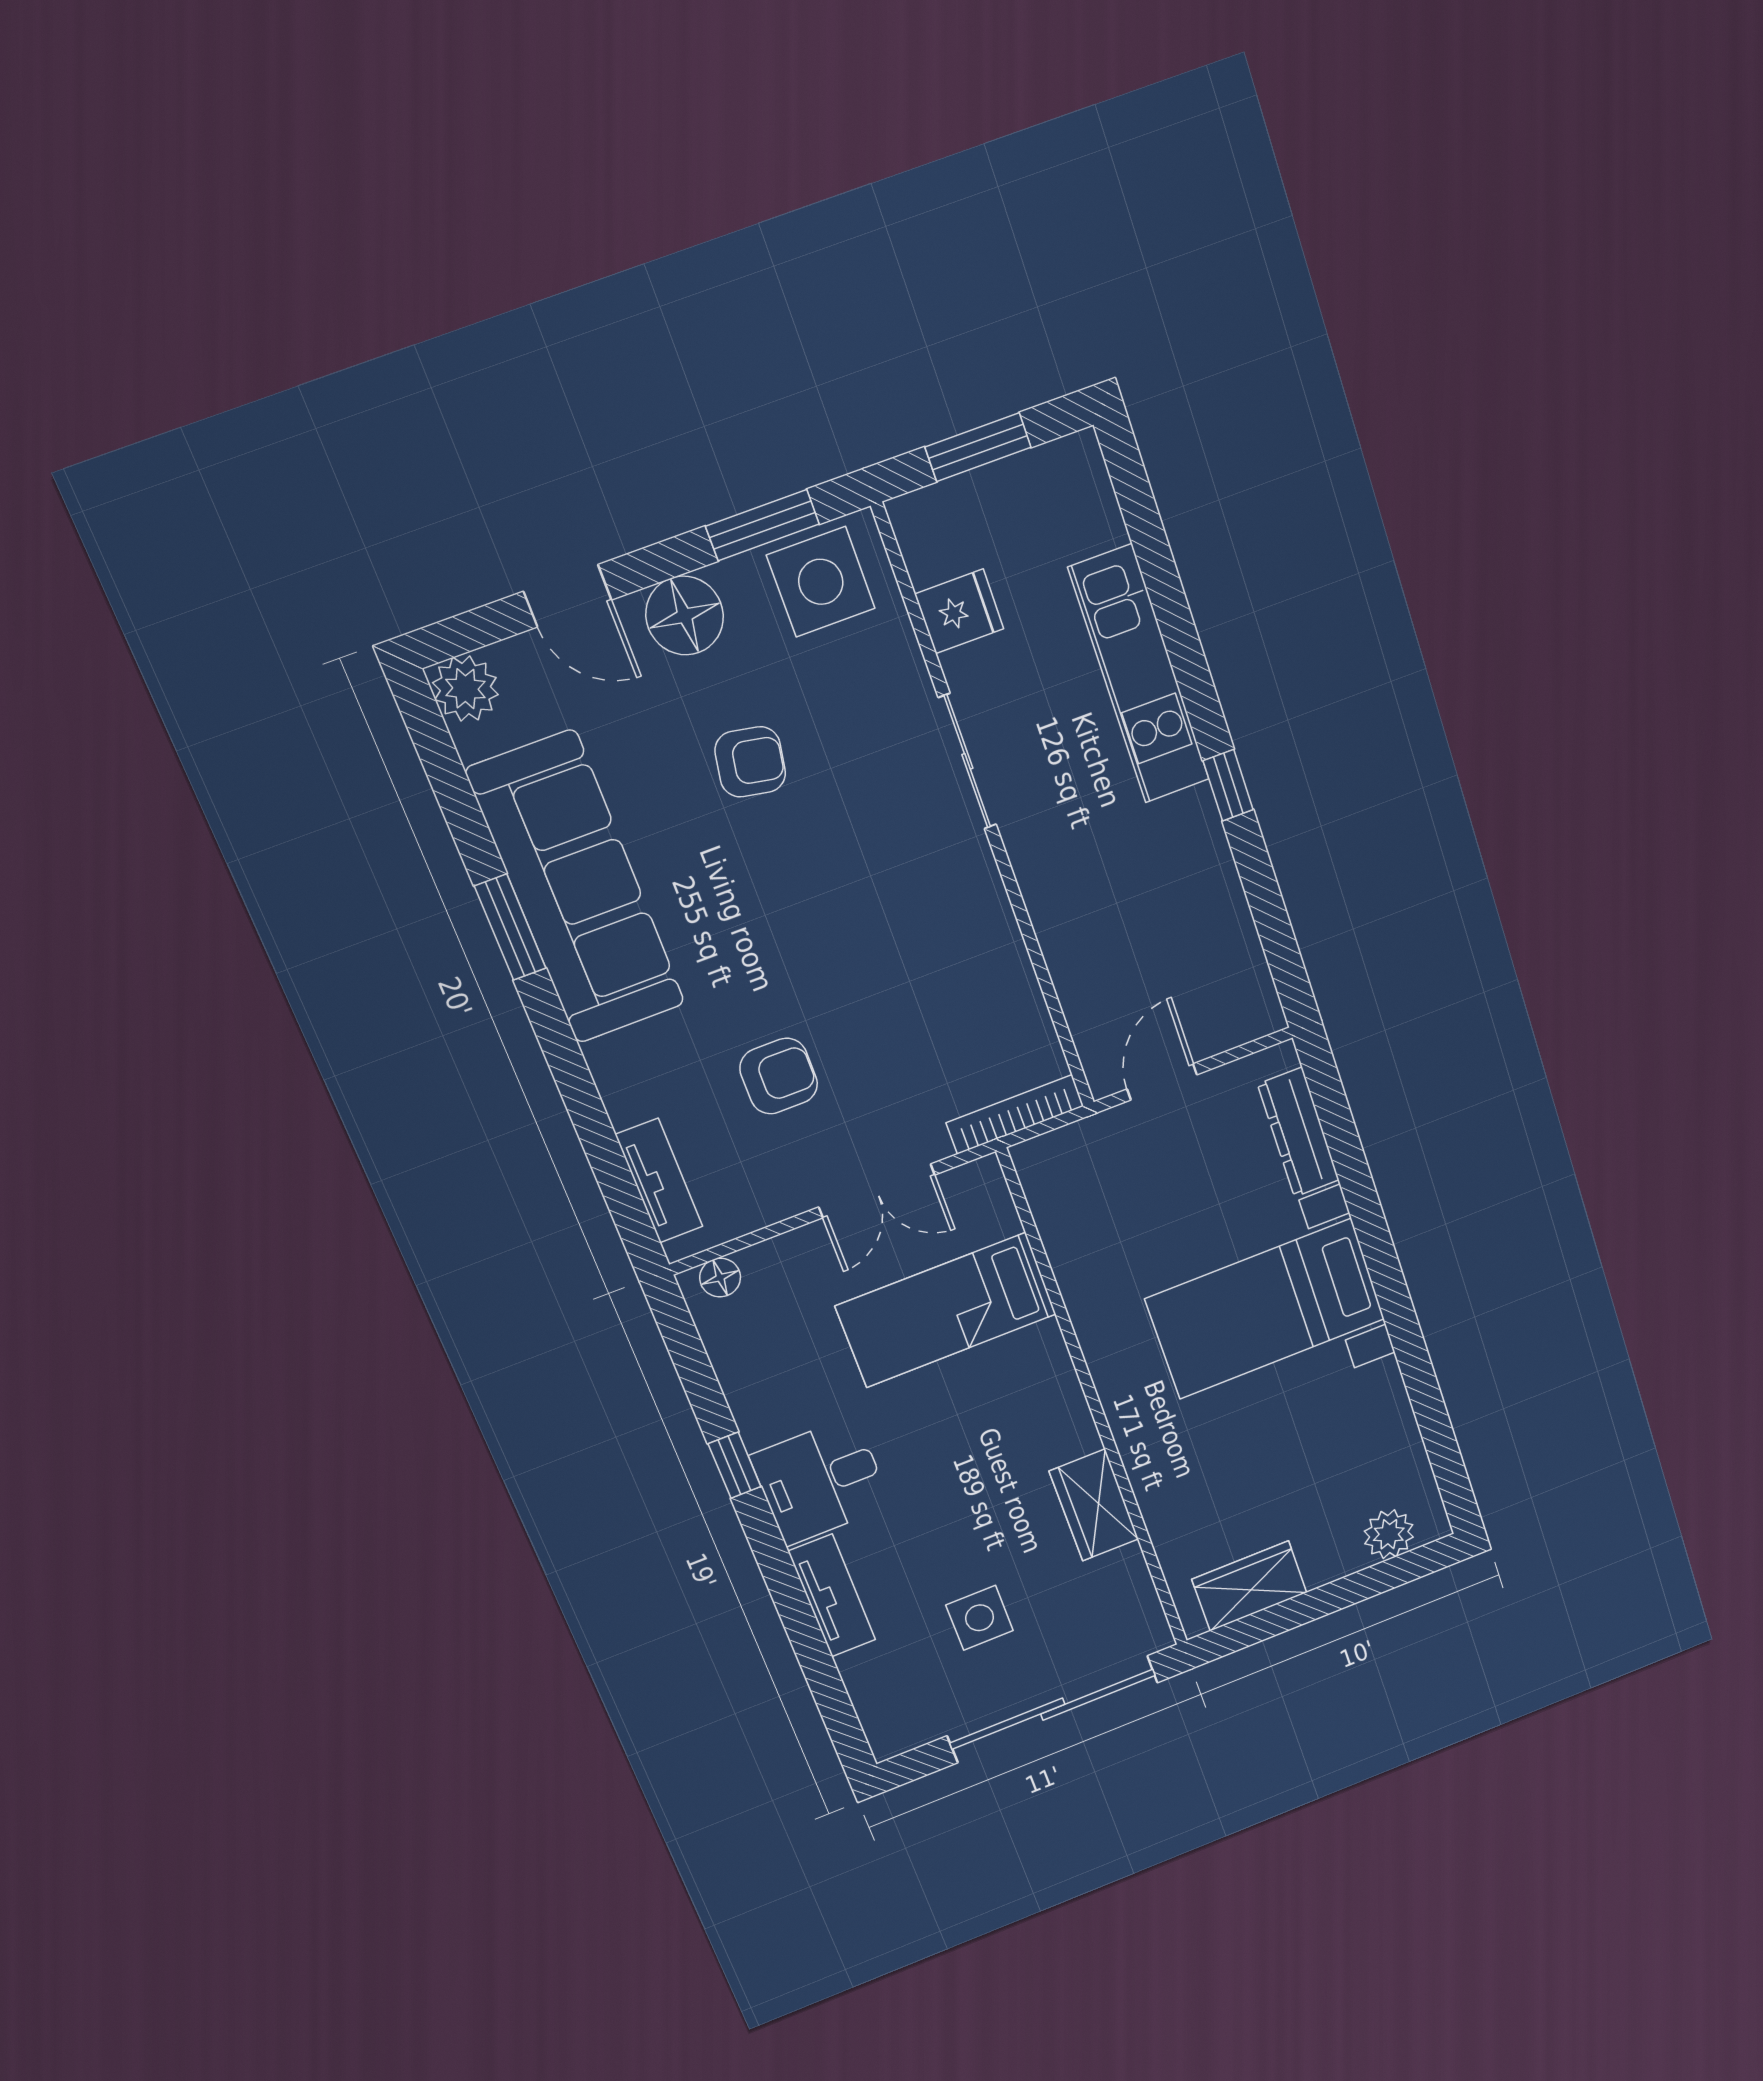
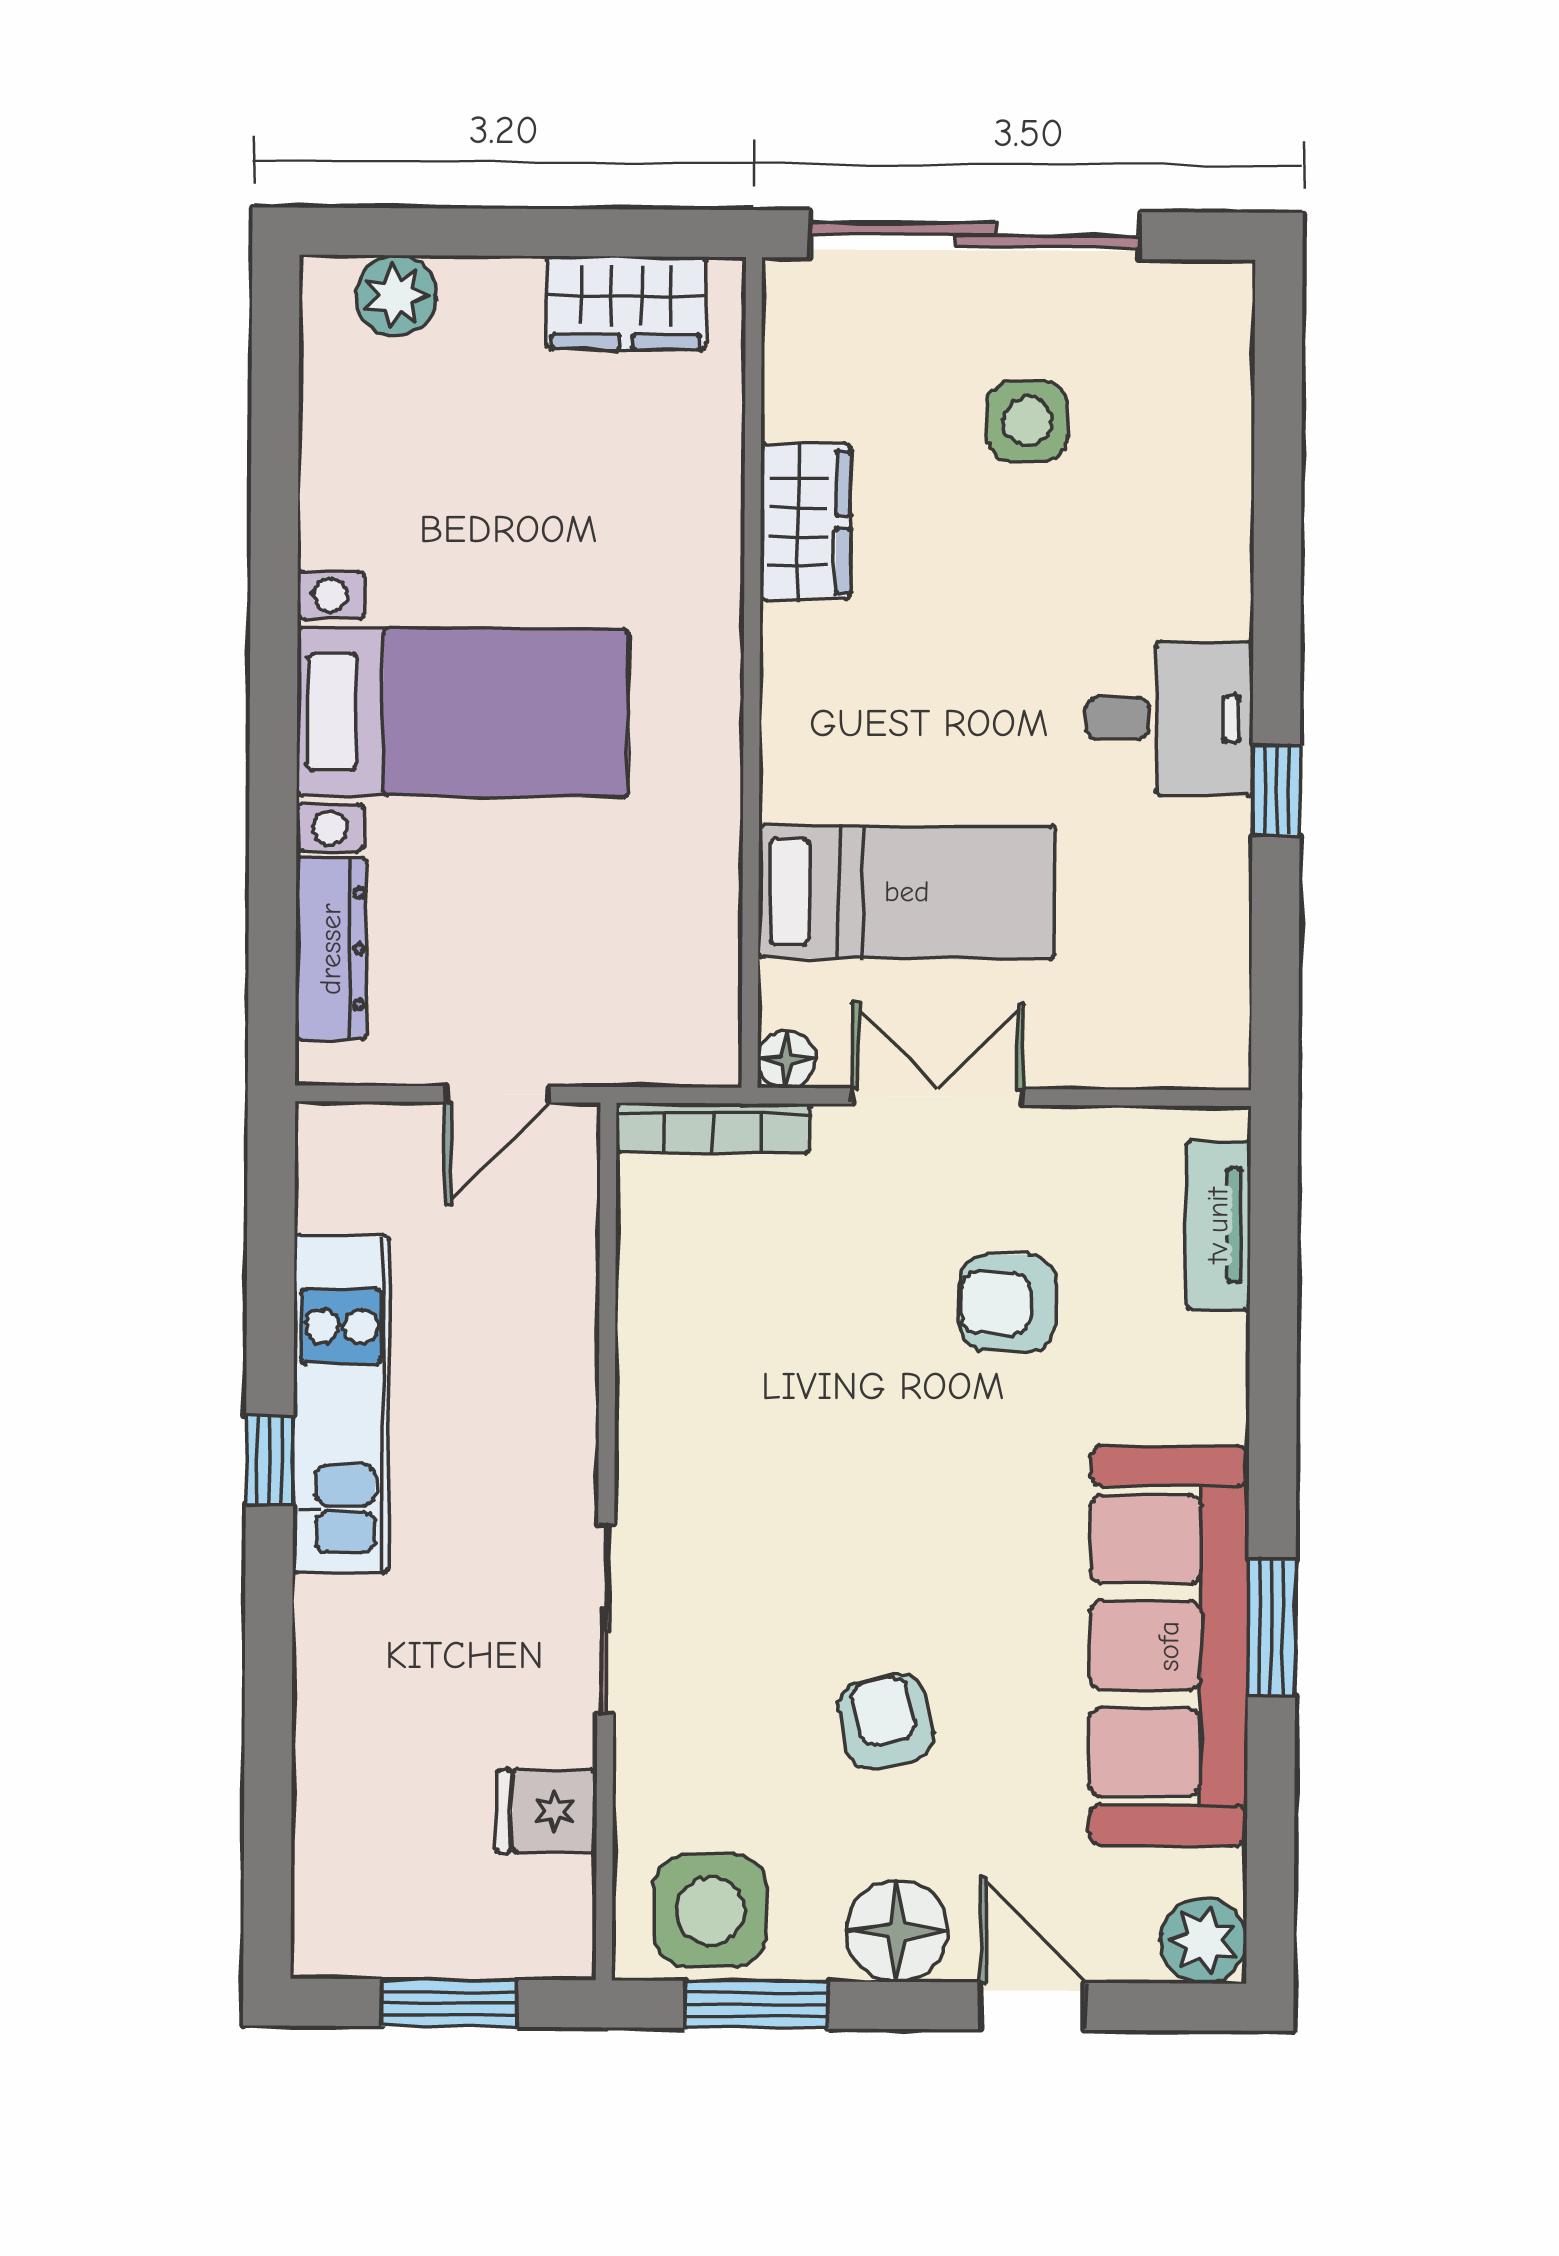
kitchen unit: (1139, 674) -> (341, 1404), moved
armchair: (750, 762) -> (886, 1722), turned 67
floor lamp: (720, 1278) -> (786, 1059), moved
tv unit: (832, 1596) -> (1219, 543), removed

